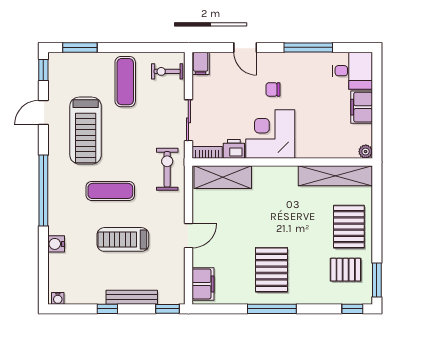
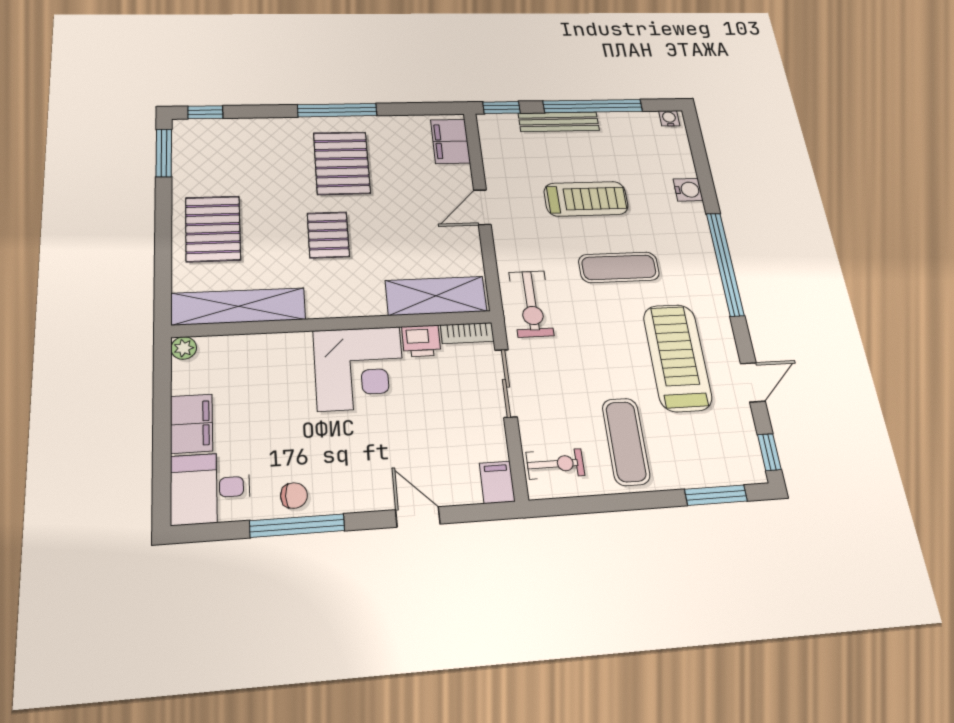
chair: (273, 89) -> (294, 495), moved
pallet: (346, 270) -> (328, 235), moved, turned 90
window: (107, 309) -> (593, 106), width x3.17

